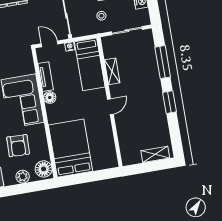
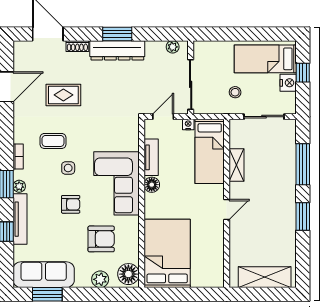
door: (50, 44) -> (163, 117), hinge flipped
armchair: (18, 146) -> (101, 239), turned -92
shelving: (155, 154) -> (265, 277), width x1.50, depth x1.33

